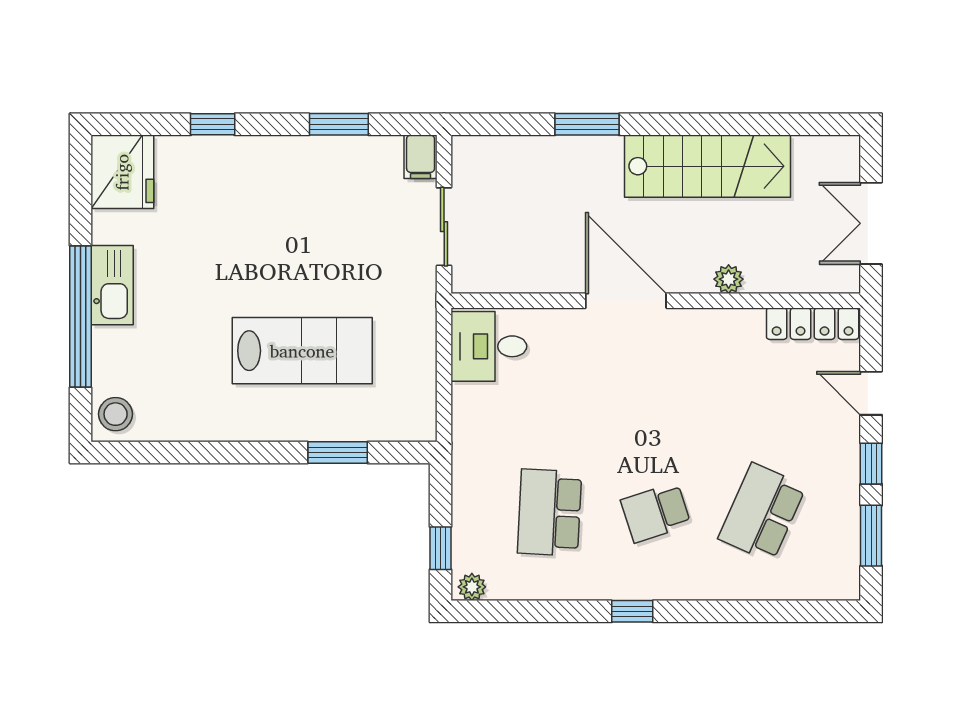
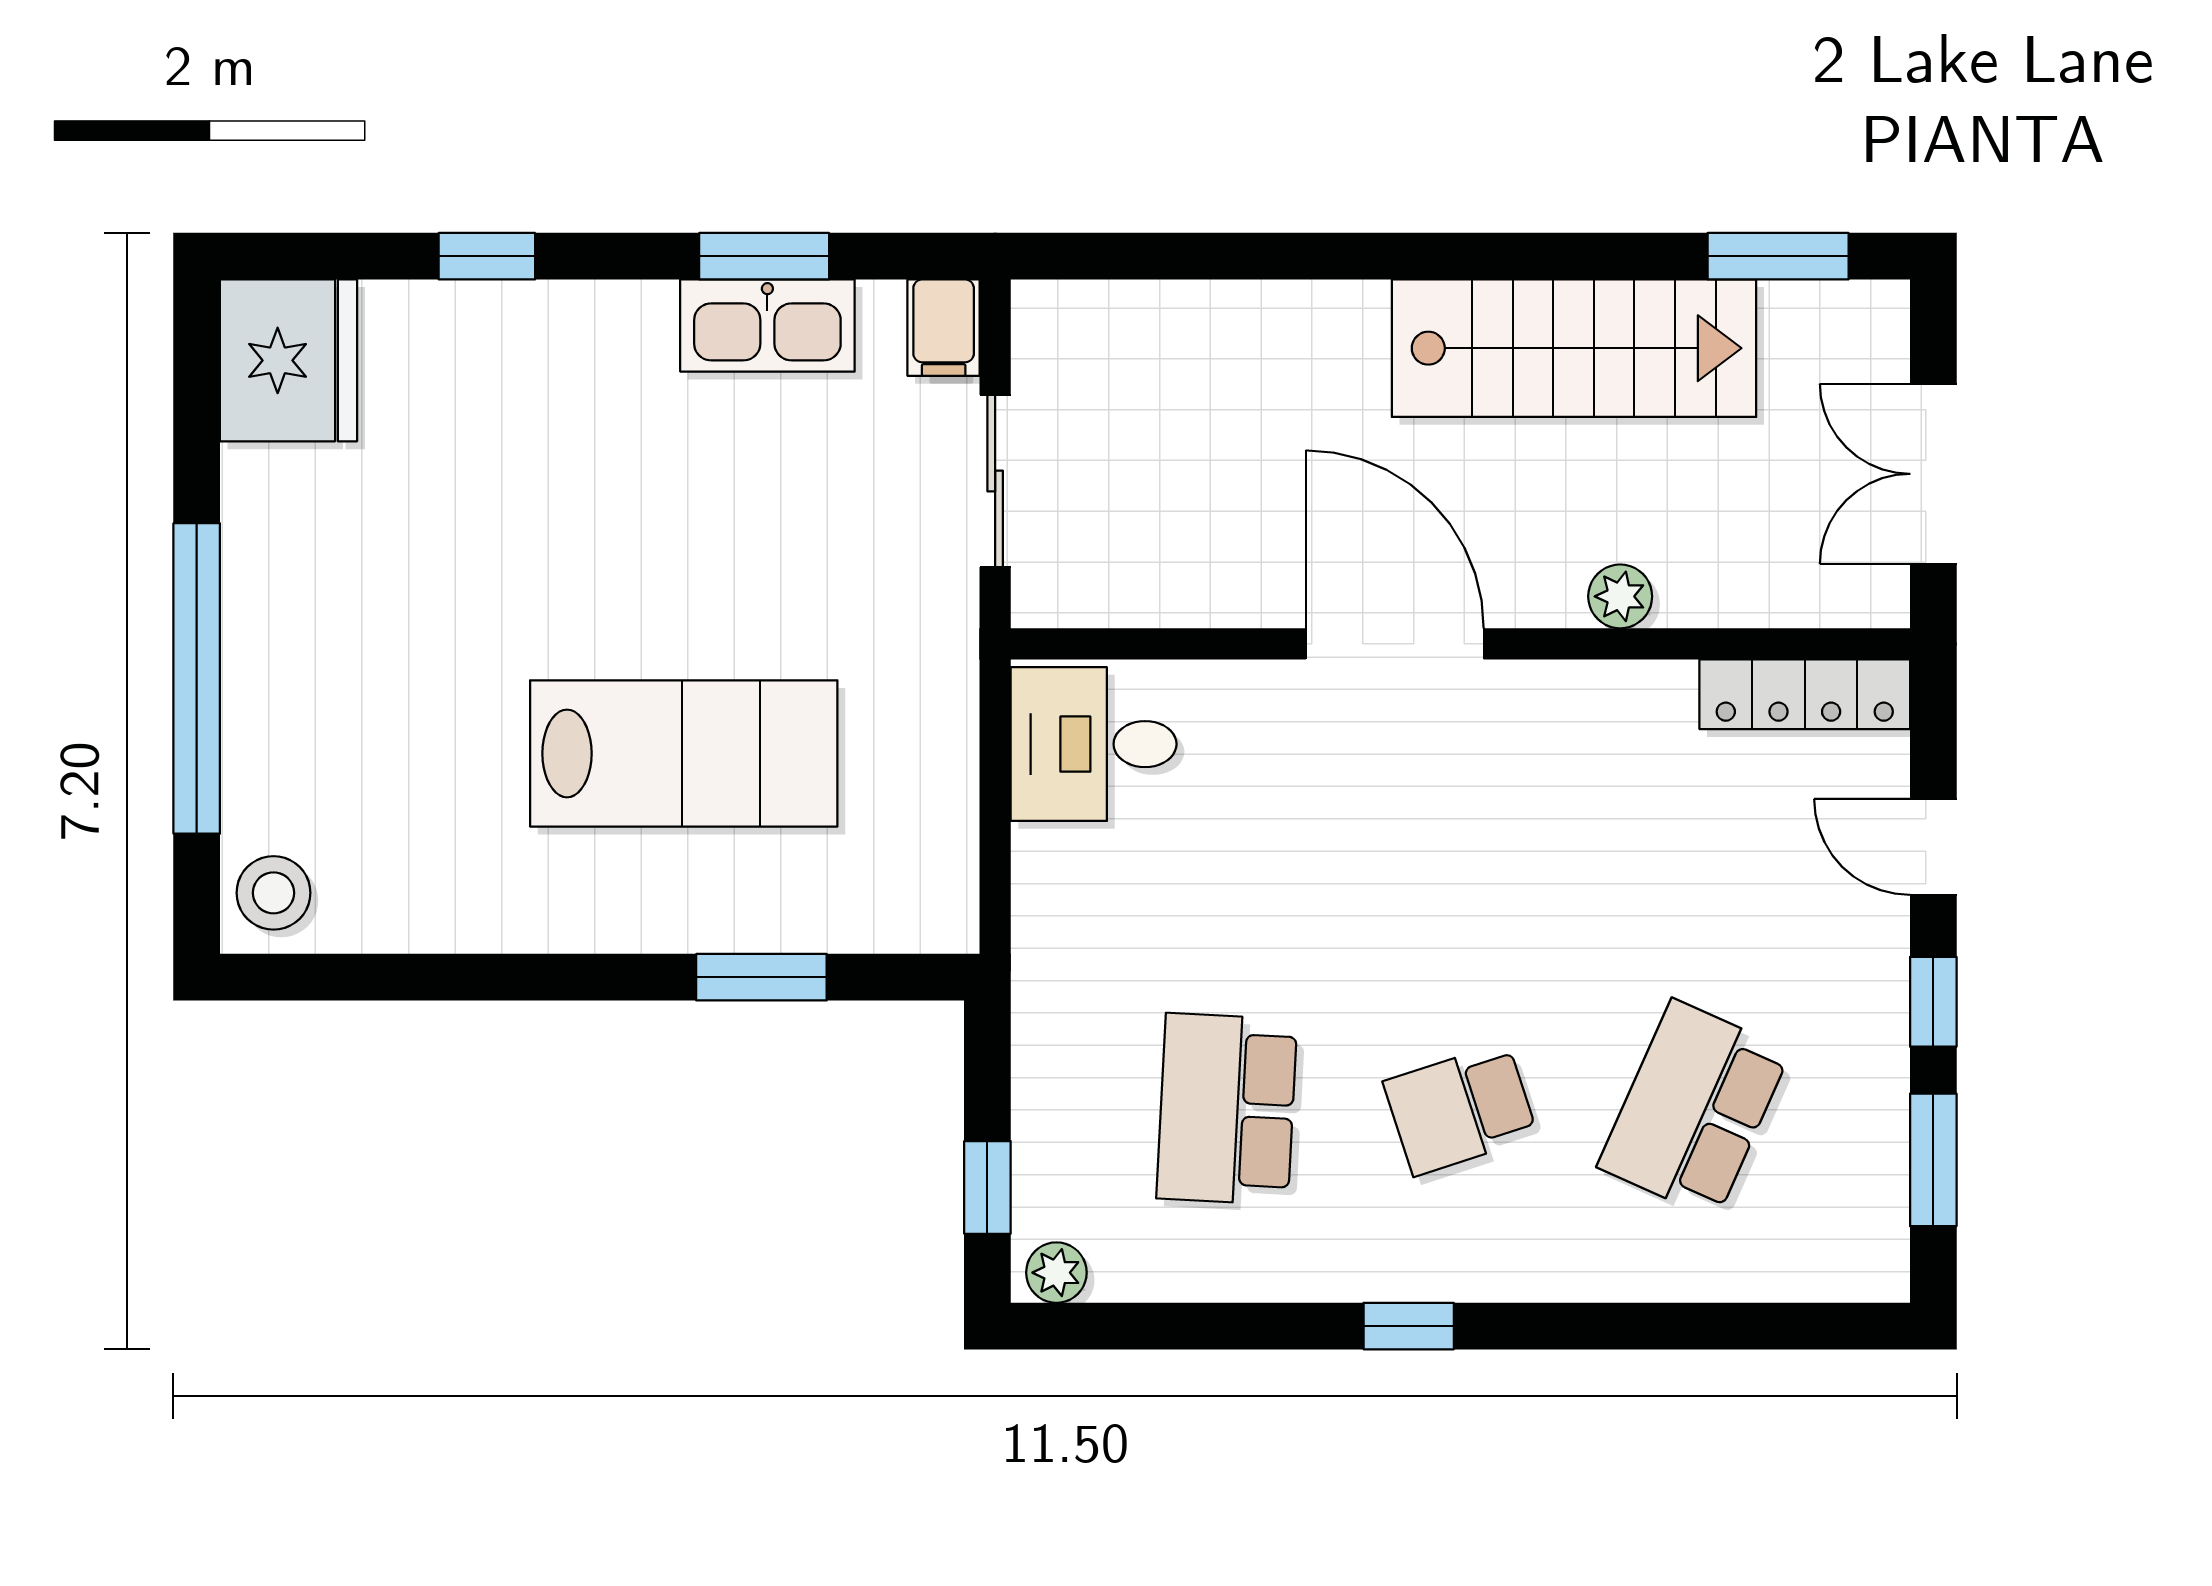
window: (587, 124) -> (1778, 256), moved
kitchen sink: (112, 285) -> (767, 325), moved, turned 90

